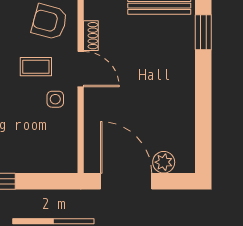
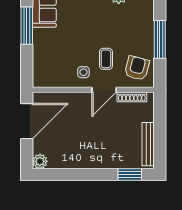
shoe rack: (91, 36) -> (132, 97), width x1.43
plant: (164, 162) -> (40, 161), moved

